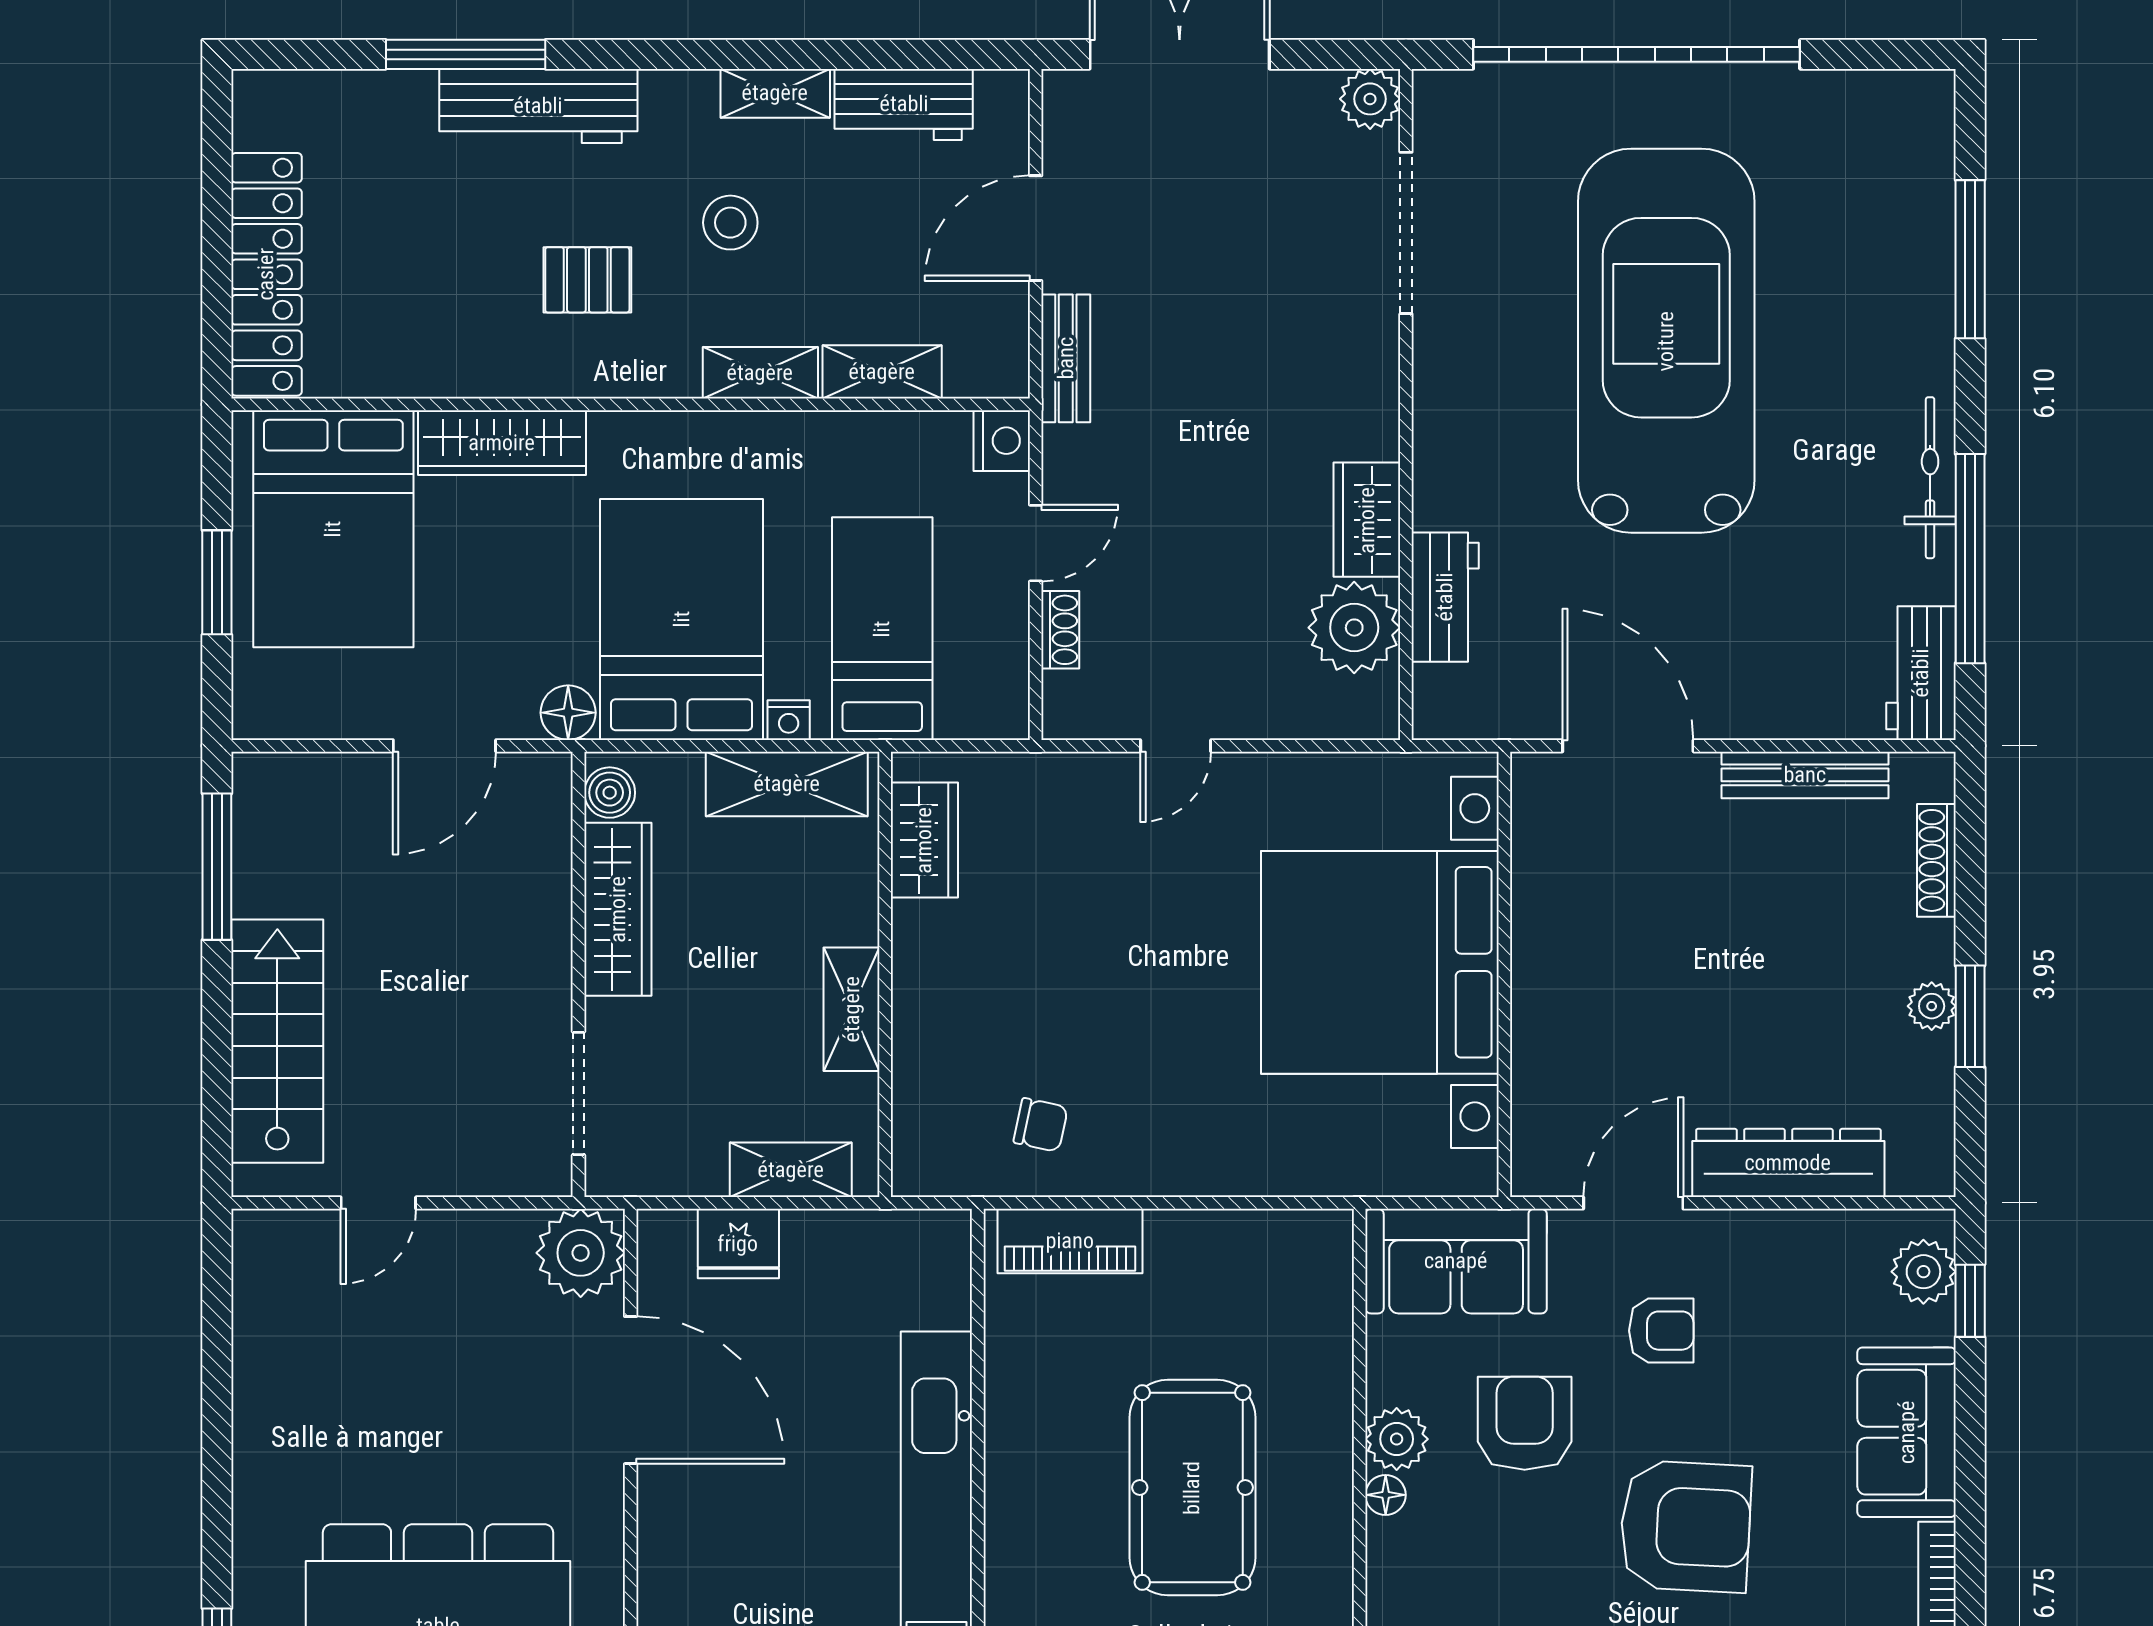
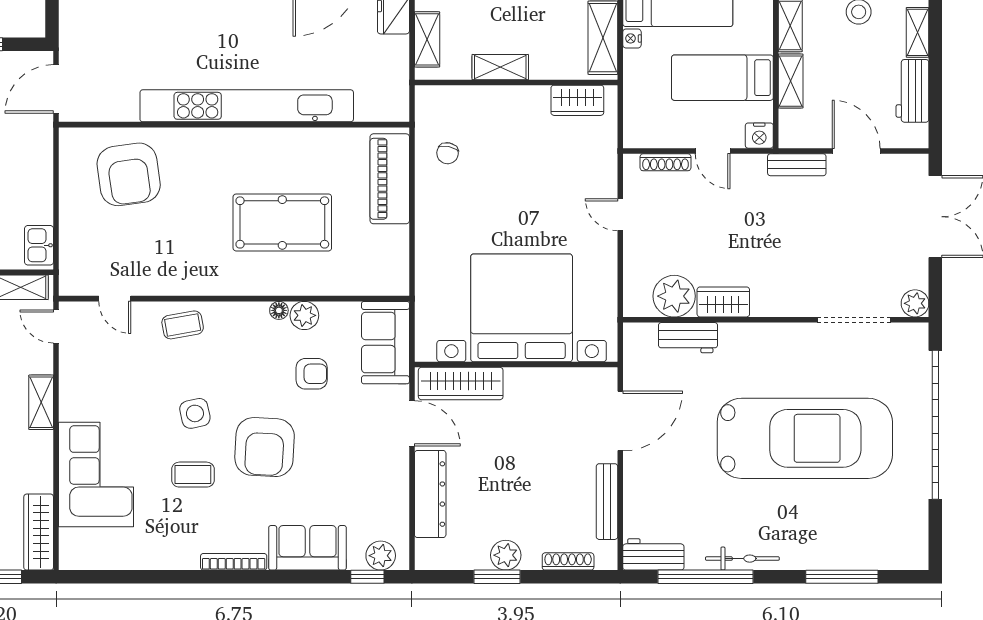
bed: (882, 629) -> (722, 78), moved, turned 180
shoe rack: (1060, 630) -> (665, 162), width x1.43
plant: (1932, 1006) -> (506, 555), width x1.38, depth x1.38
wardrobe: (1546, 1096) -> (461, 383), added
piano: (1070, 1241) -> (390, 179), width x1.37, depth x1.33
armchair: (1661, 1331) -> (354, 436), removed
armchair: (1525, 1423) -> (312, 374), width x0.72, depth x0.72

